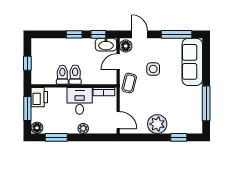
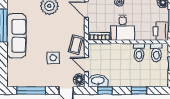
window: (74, 34) -> (139, 91), moved
door: (118, 62) -> (86, 65), swing flipped
sofa: (192, 62) -> (16, 36), moved
toilet: (75, 75) -> (156, 53), moved

